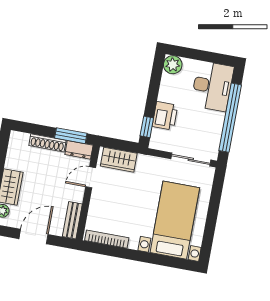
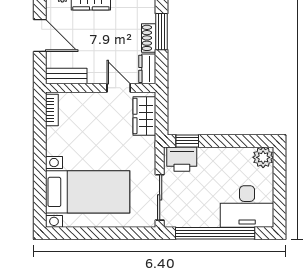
printer: (165, 116) -> (182, 159), moved
window: (71, 136) -> (162, 32), moved
shoe rack: (47, 143) -> (149, 38), width x0.70
bookcase: (107, 239) -> (52, 110), width x0.64

